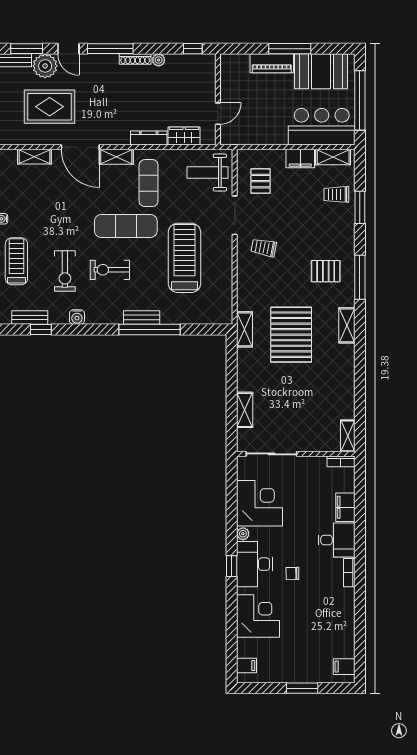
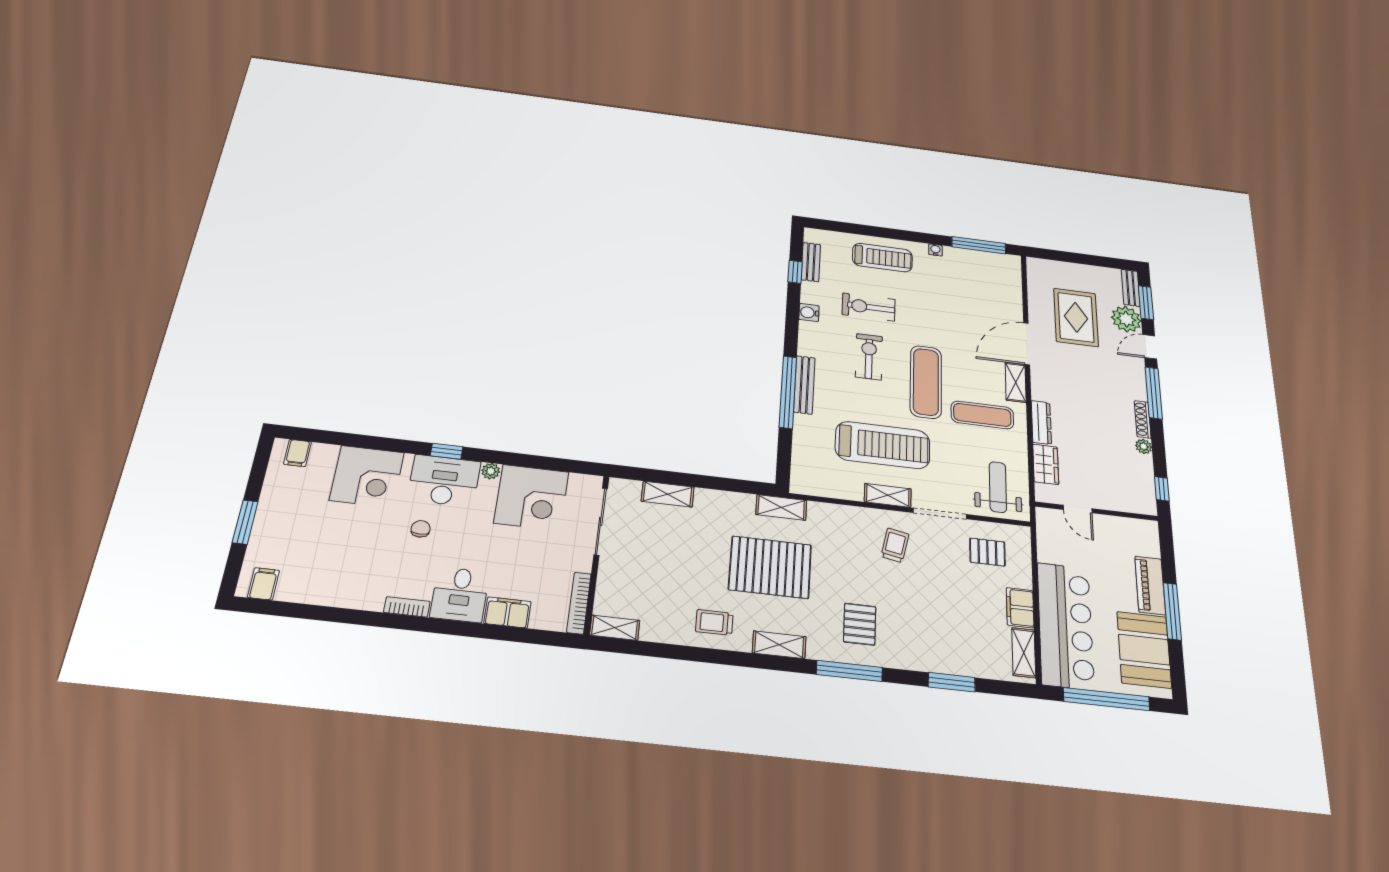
bar counter: (322, 127) -> (1065, 625), width x1.36
shelving: (34, 157) -> (888, 495), moved, turned 90
trolley: (336, 194) -> (714, 622), moved, turned -90
bench: (142, 318) -> (804, 385), width x1.36
bookcase: (341, 461) -> (579, 603), width x1.56

